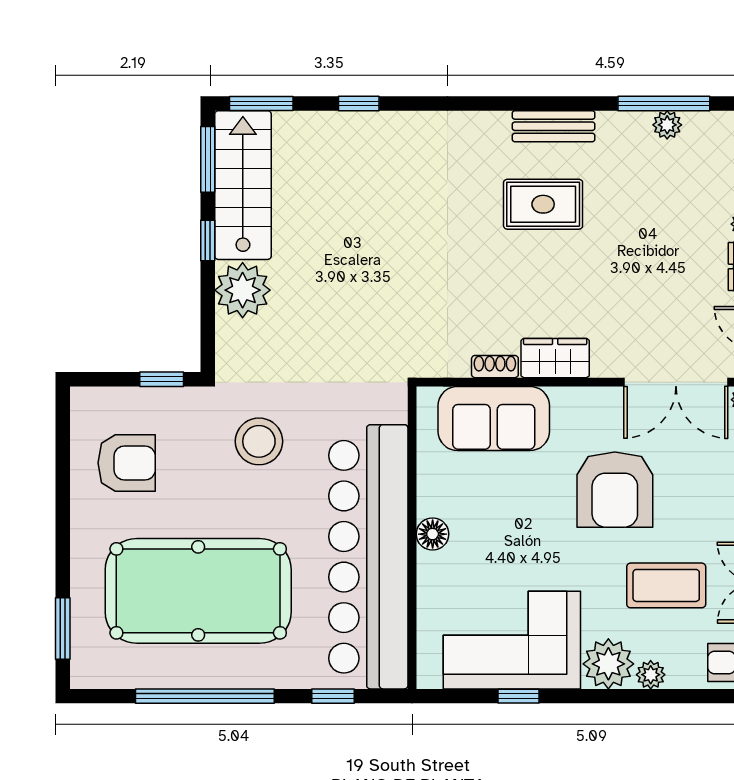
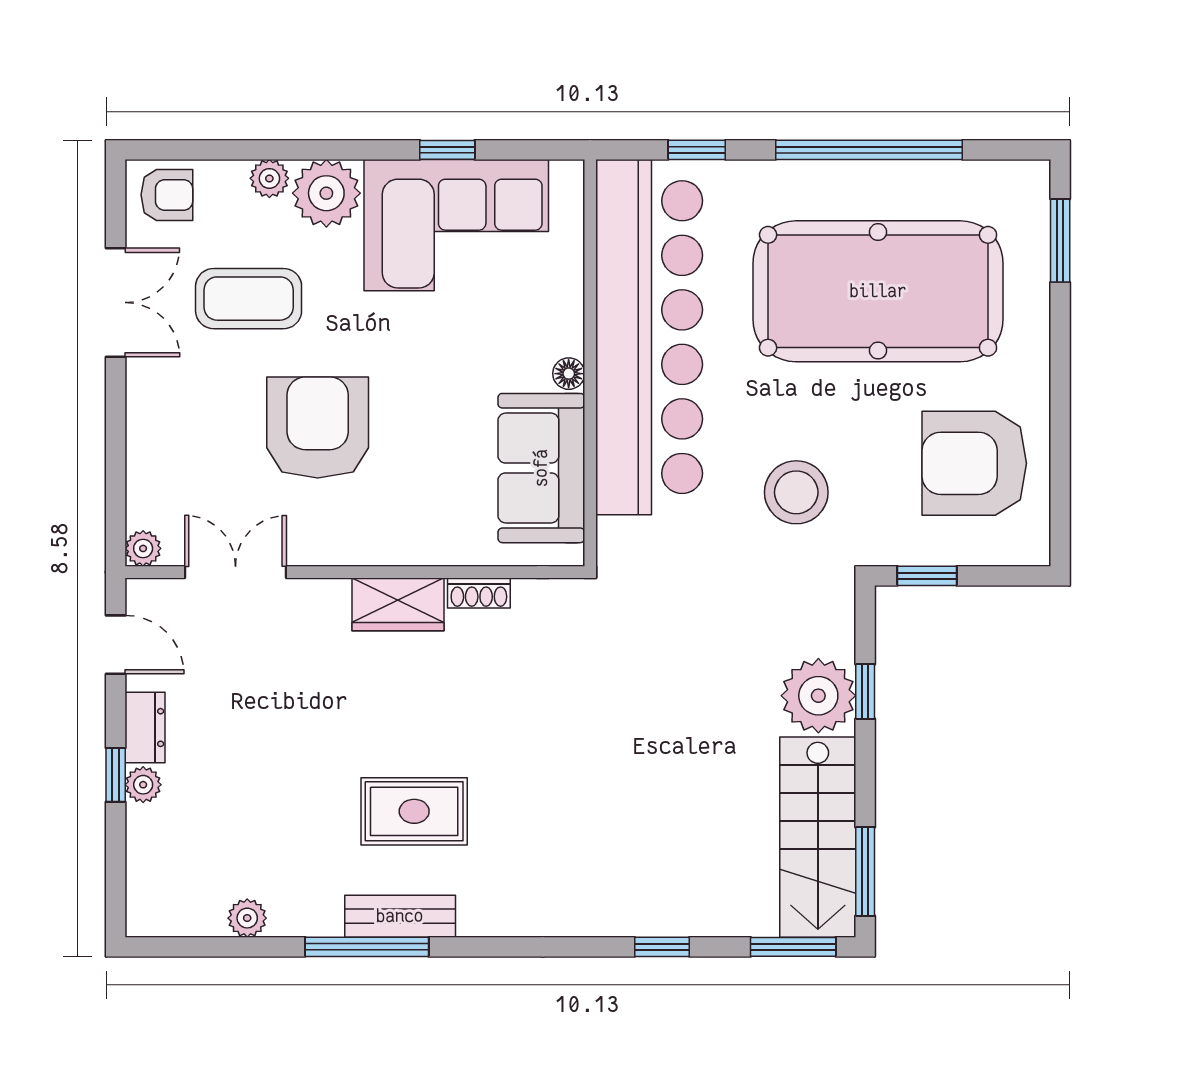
window: (664, 103) -> (367, 947), moved
window: (208, 241) -> (865, 692), moved
double door: (676, 382) -> (236, 572), width x0.73
sofa: (494, 418) -> (541, 468), moved, turned -90
armchair: (127, 463) -> (974, 463), width x1.36, depth x1.36
floor lamp: (433, 534) -> (569, 374), width x0.73, depth x0.73

